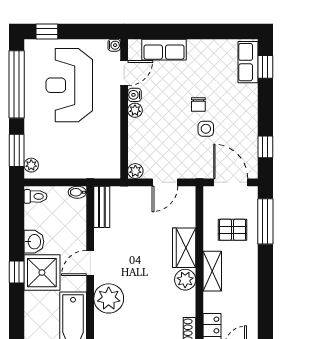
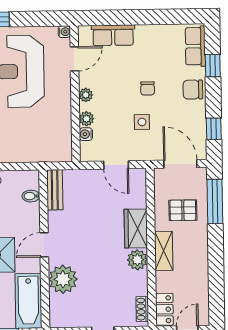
window: (265, 67) -> (213, 66), moved
water cooler: (135, 95) -> (86, 134), moved
chair: (245, 106) -> (193, 90), added
side table: (206, 129) -> (142, 122), moved
plant: (135, 171) -> (86, 119), moved
door: (165, 182) -> (116, 165), hinge flipped
bidet: (77, 192) -> (31, 196), moved

